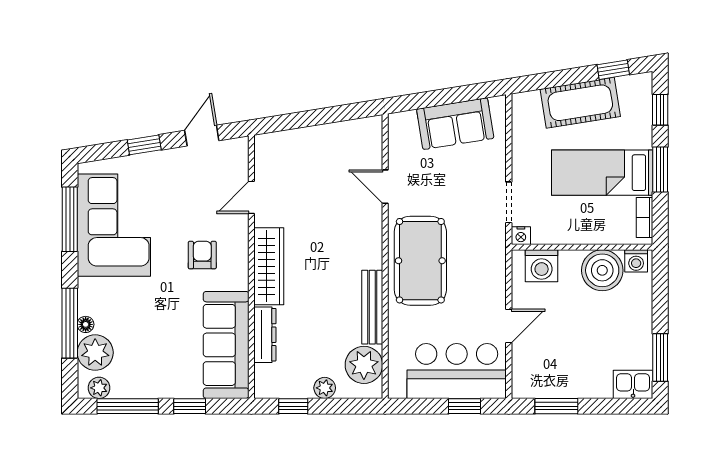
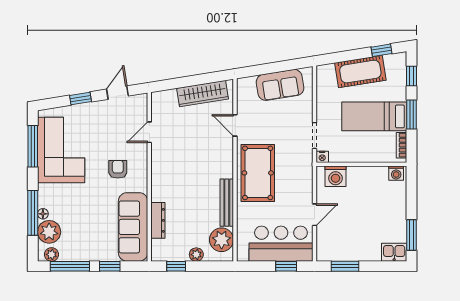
wardrobe: (269, 266) -> (203, 94), moved, turned 81
boiler: (602, 270) -> (374, 179), removed

